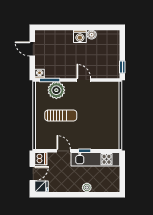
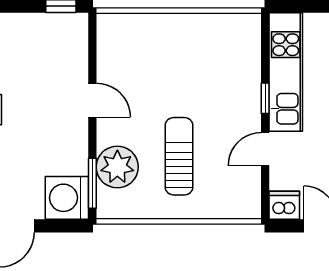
washing machine: (40, 74) -> (67, 198), width x1.89, depth x1.89
door: (84, 80) -> (92, 100), swing flipped

